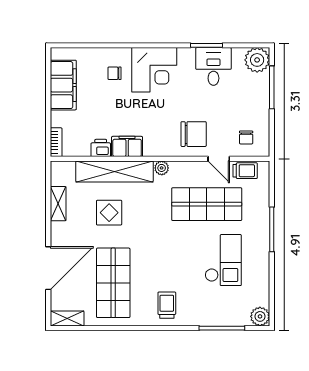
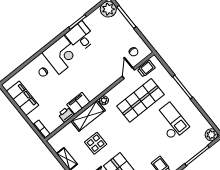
desk: (213, 66) -> (81, 37), moved
chair: (194, 134) -> (106, 71), removed
door: (219, 159) -> (129, 73), swing flipped
shelving: (114, 171) -> (88, 116), width x0.68

